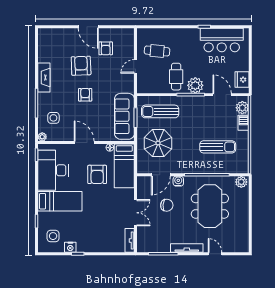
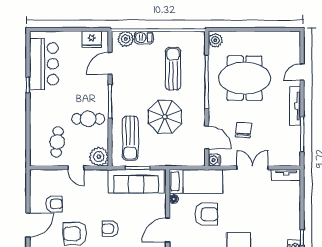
plant: (195, 85) -> (99, 157), moved
parasol: (158, 143) -> (165, 117), moved
water cooler: (178, 181) -> (214, 160), moved

